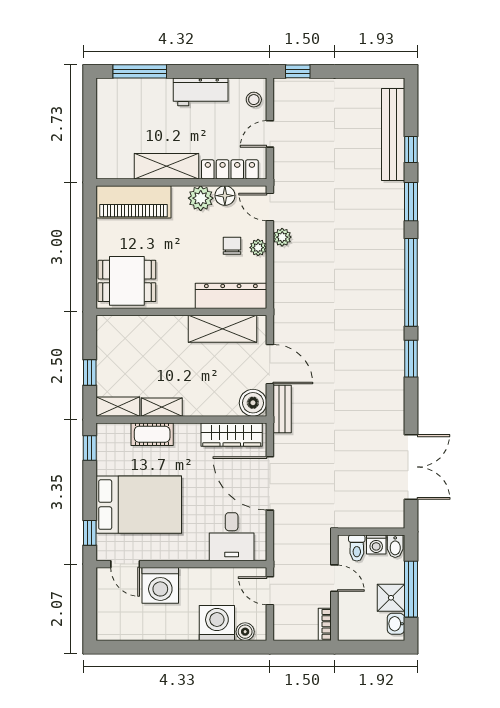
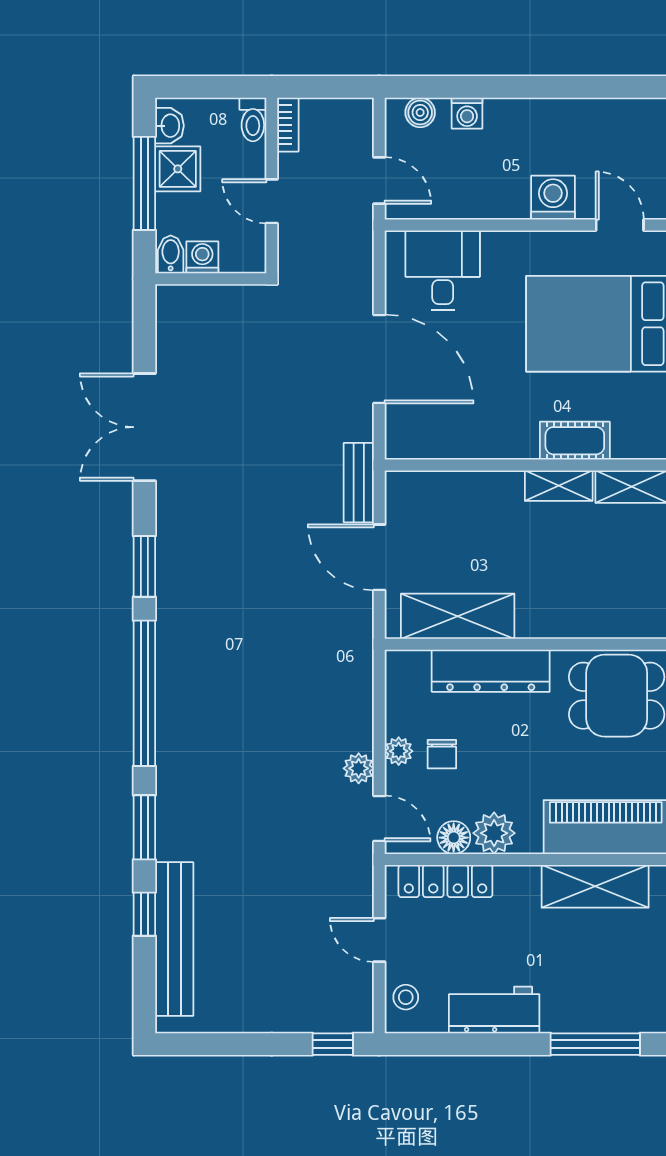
door: (270, 134) -> (379, 940), swing flipped
shelving: (166, 166) -> (595, 886), moved
dresser: (231, 296) -> (491, 671), moved
boiler: (253, 403) -> (407, 493), removed
wardrobe: (232, 435) -> (442, 440), removed
double door: (411, 467) -> (144, 427), moved
toilet: (357, 548) -> (253, 119), moved, turned 180
washing machine: (160, 585) -> (553, 198), width x0.73, depth x0.73
washing machine: (217, 623) -> (467, 113), width x0.53, depth x0.53

